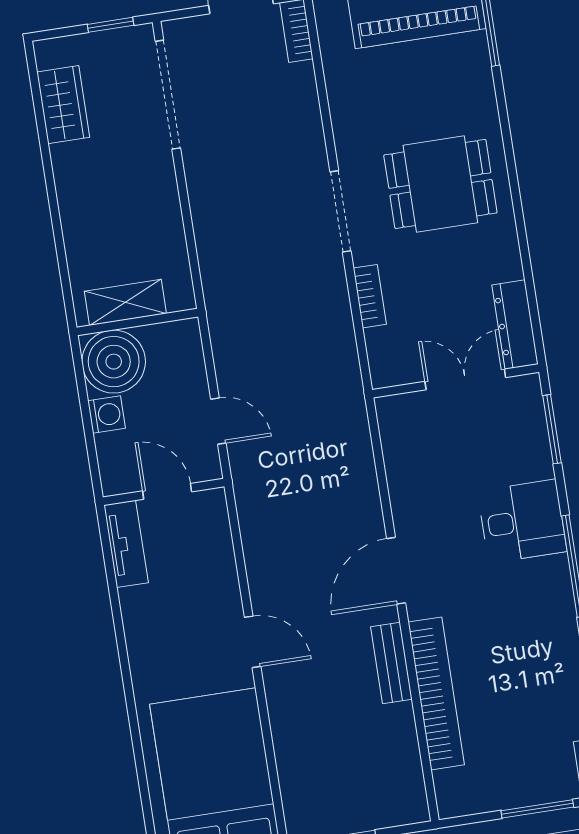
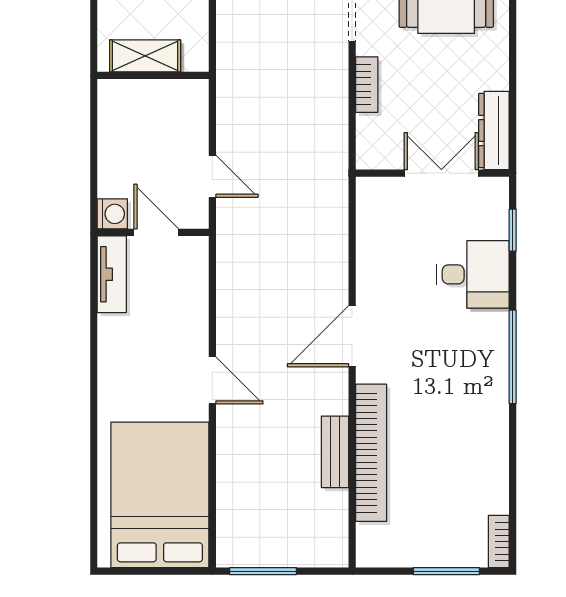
boiler: (114, 362) -> (126, 108), removed
washing machine: (107, 414) -> (112, 214), moved
window: (552, 429) -> (513, 230), width x0.67
desk: (522, 521) -> (473, 274), moved
bench: (391, 663) -> (335, 452), moved

